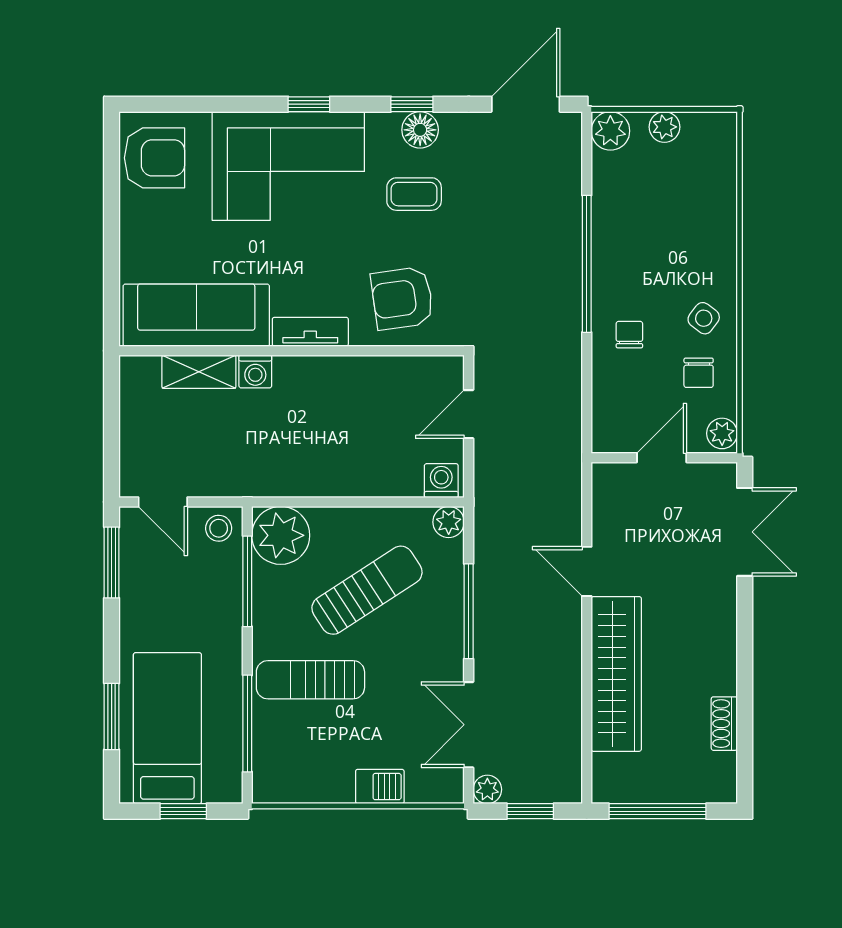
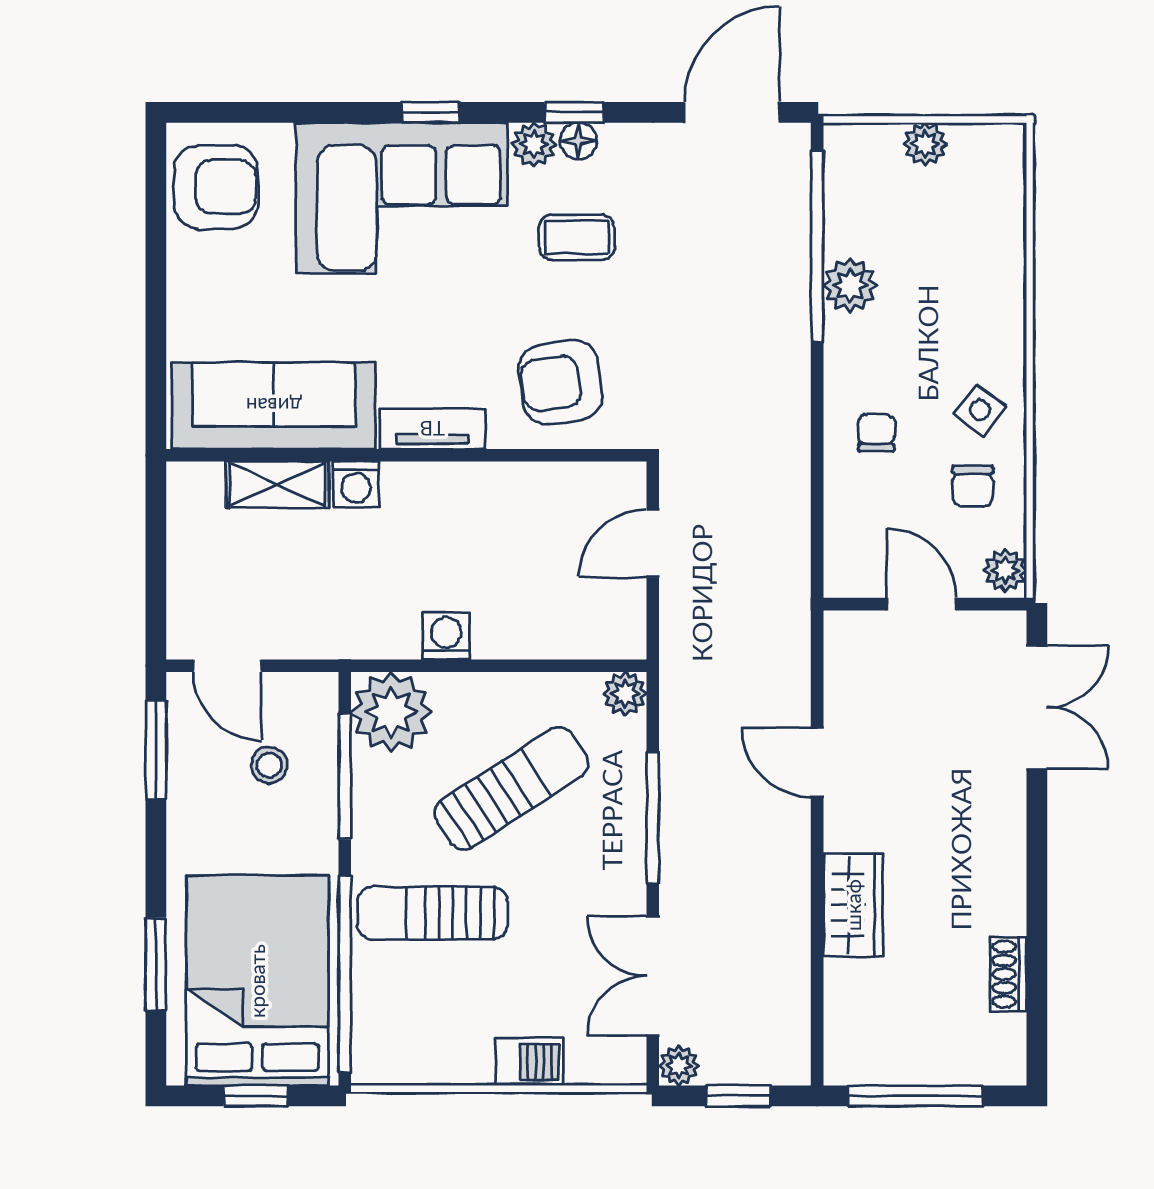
plant: (383, 127) -> (534, 144), added
floor lamp: (420, 130) -> (578, 141), width x0.73, depth x0.73
plant: (610, 131) -> (850, 285), moved
window: (587, 264) -> (817, 246), moved
door: (662, 458) -> (921, 604), hinge flipped
washing machine: (441, 481) -> (446, 636), moved
stool: (219, 528) -> (269, 765), moved
wardrobe: (616, 674) -> (853, 905), width x0.48, depth x0.85
window: (247, 724) -> (345, 974), width x1.46
bed: (167, 728) -> (257, 981), width x1.50

